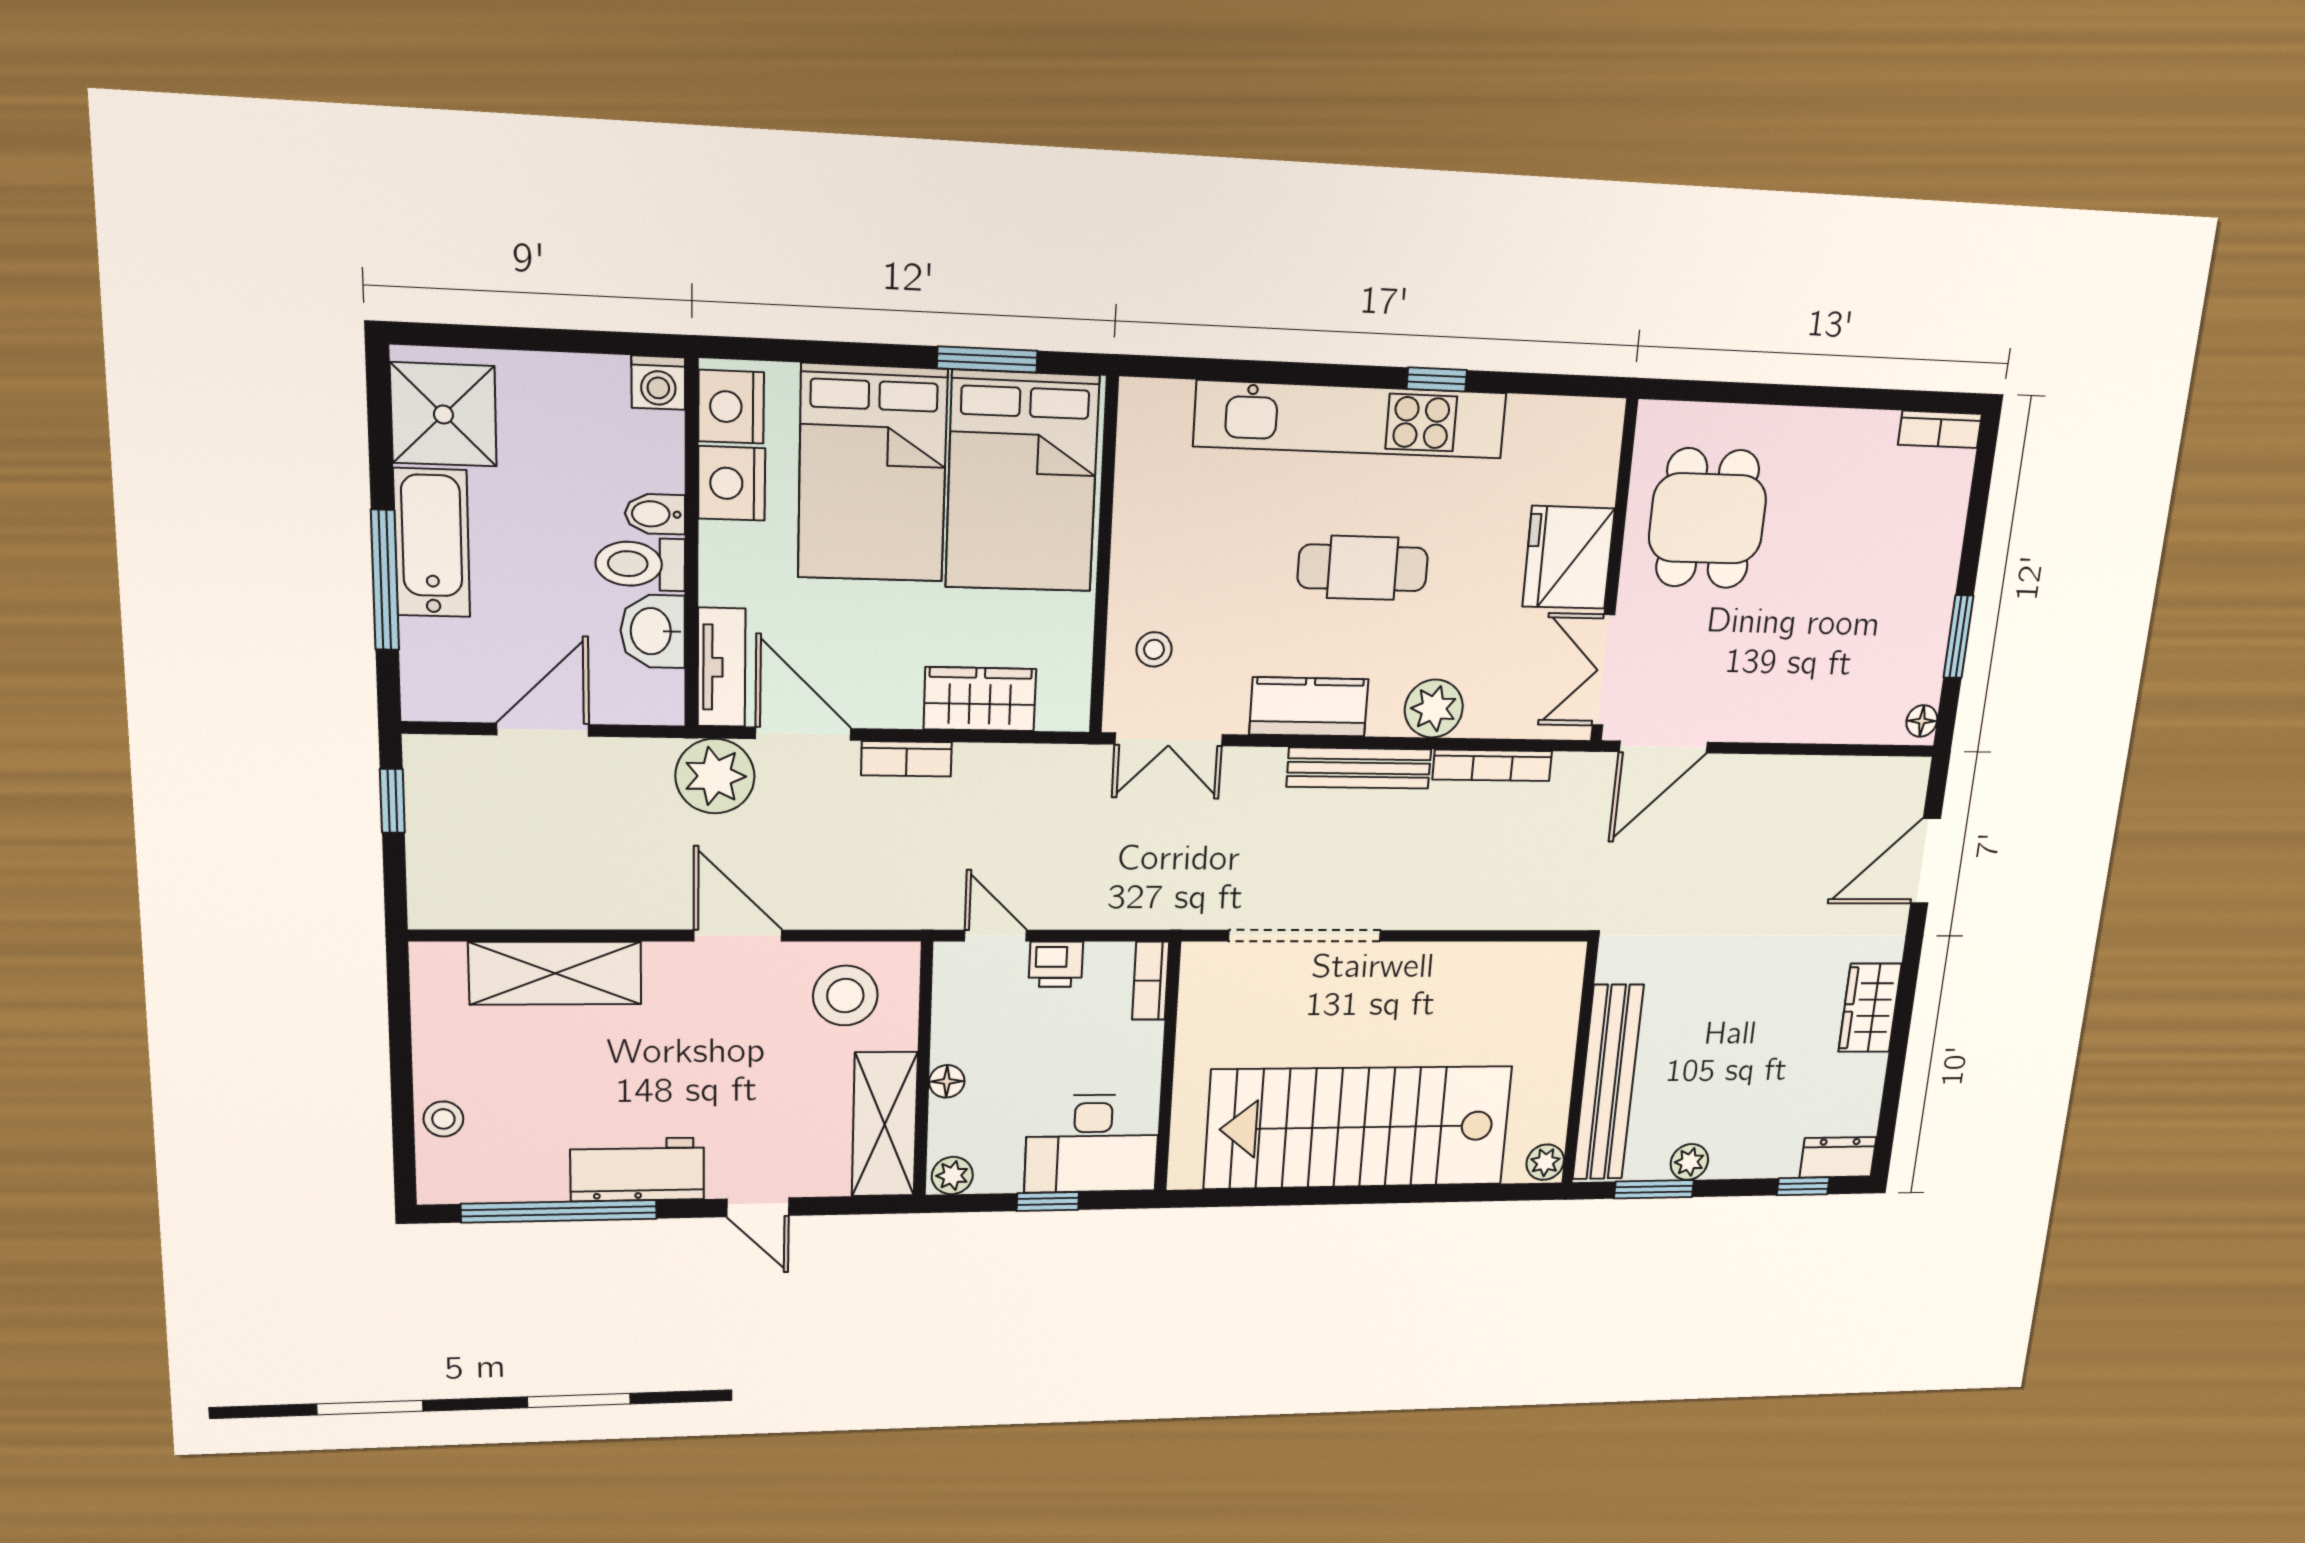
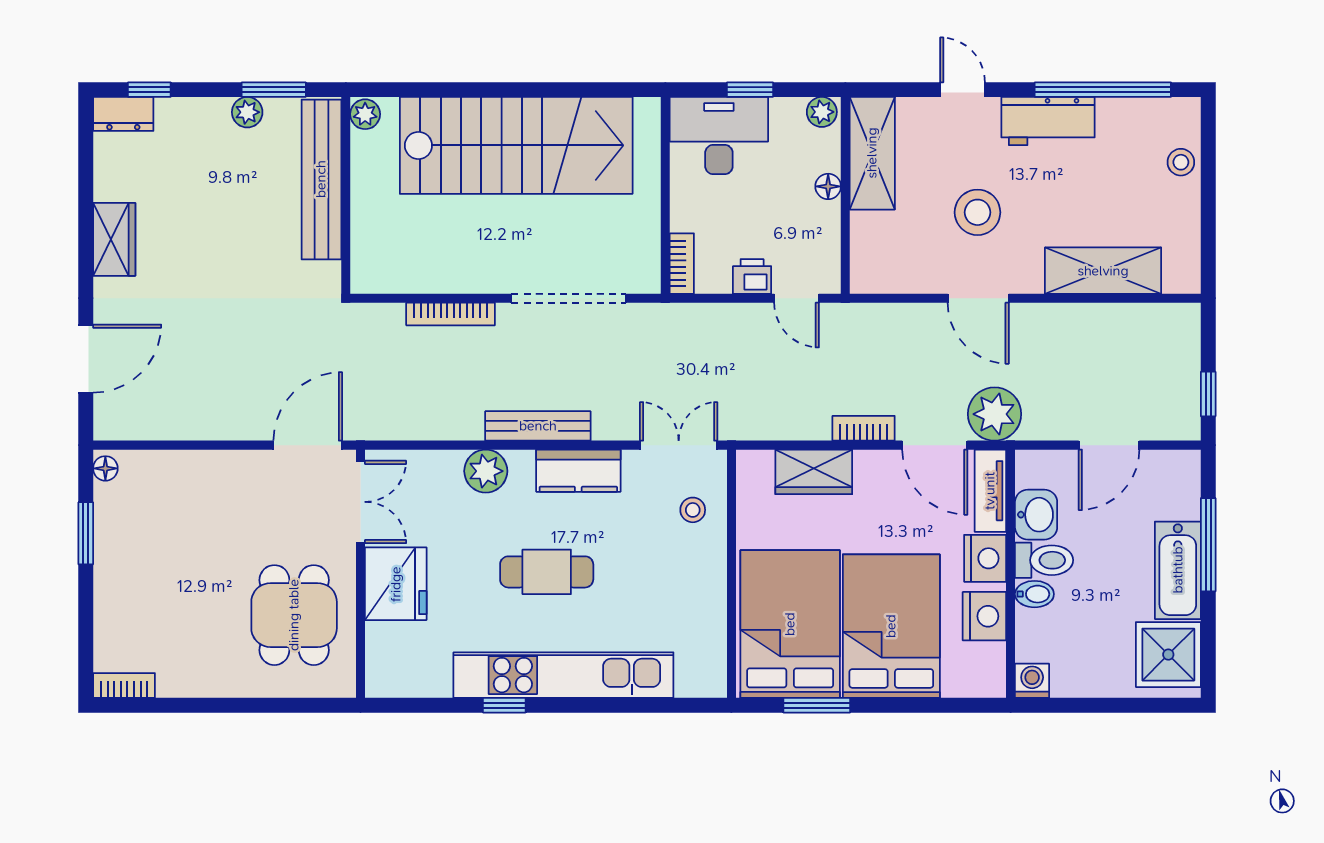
nightstand: (731, 407) -> (985, 558), moved
bookcase: (1492, 765) -> (451, 314), moved, turned 180
stool: (845, 996) -> (977, 212), moved

